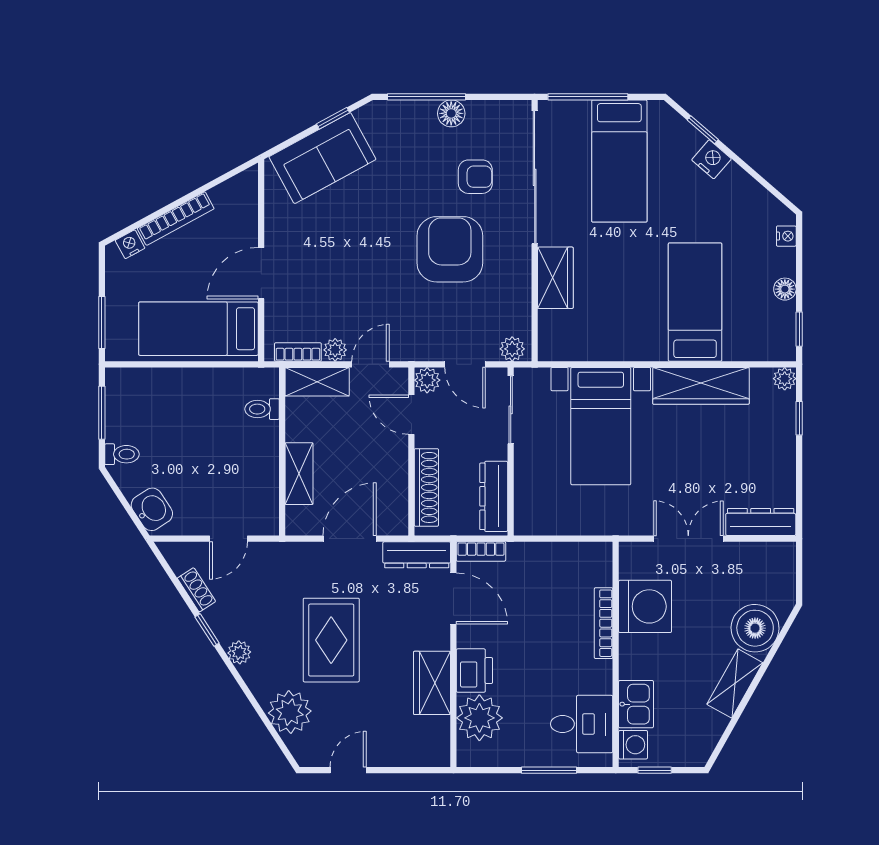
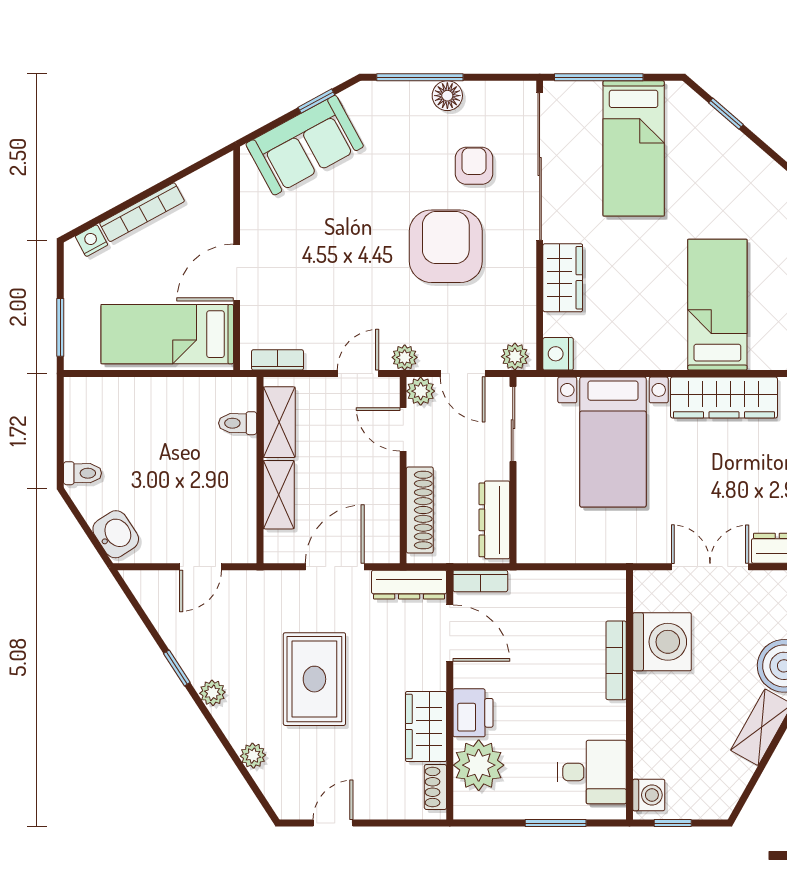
nightstand: (712, 159) -> (558, 354), moved, turned -131
armchair: (475, 177) -> (474, 166), turned -90
plant: (335, 350) -> (405, 357), moved
shelving: (317, 382) -> (279, 422), moved, turned 90
window: (102, 413) -> (60, 427), removed
shoe rack: (196, 590) -> (435, 787), moved, turned -147
kitchen sink: (636, 704) -> (652, 750), removed
plant: (290, 712) -> (253, 756), width x0.53, depth x0.53

